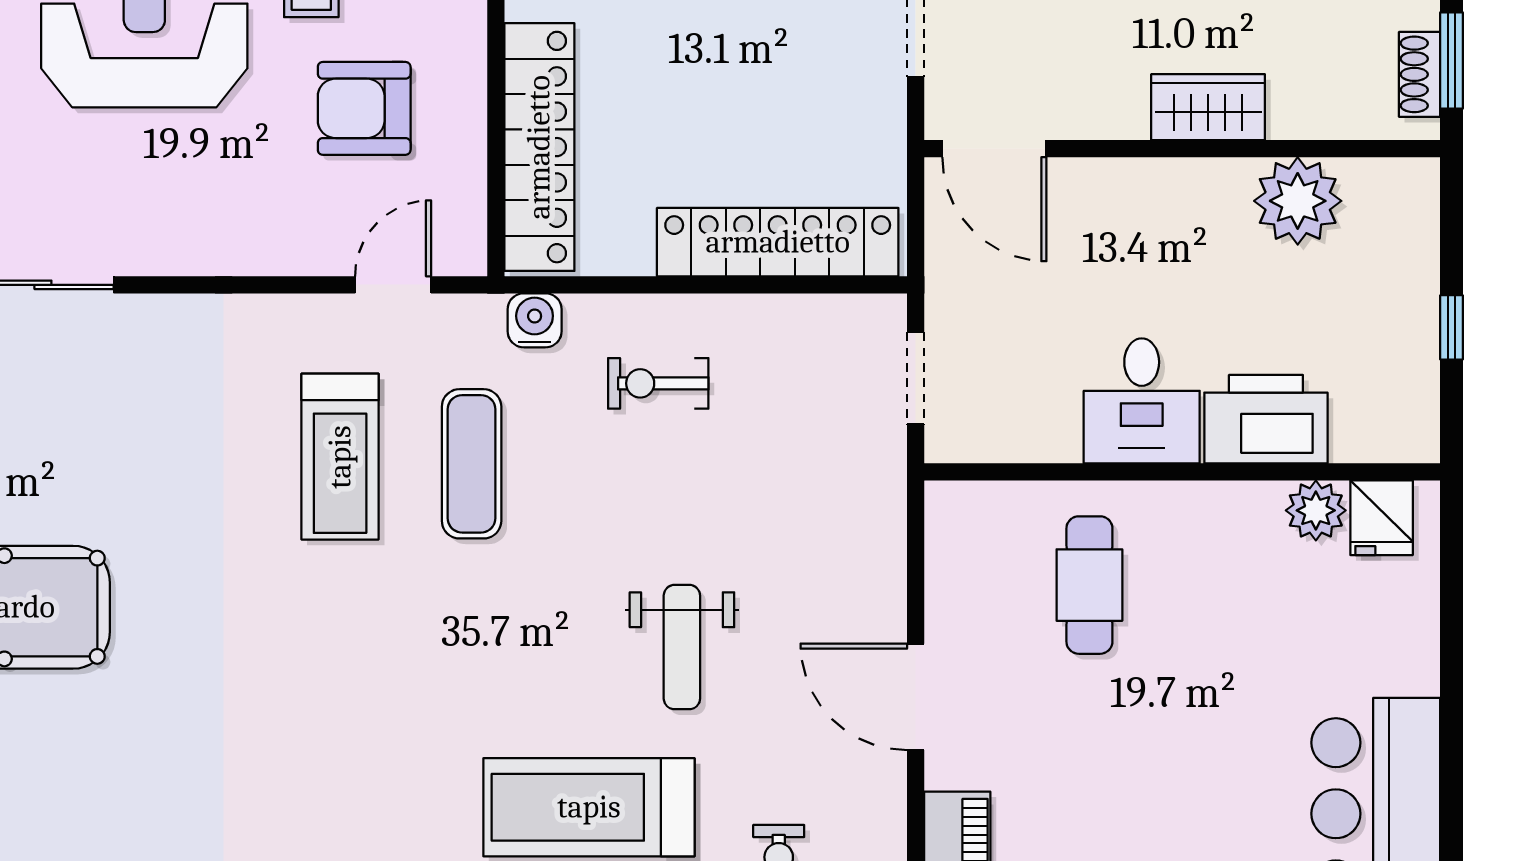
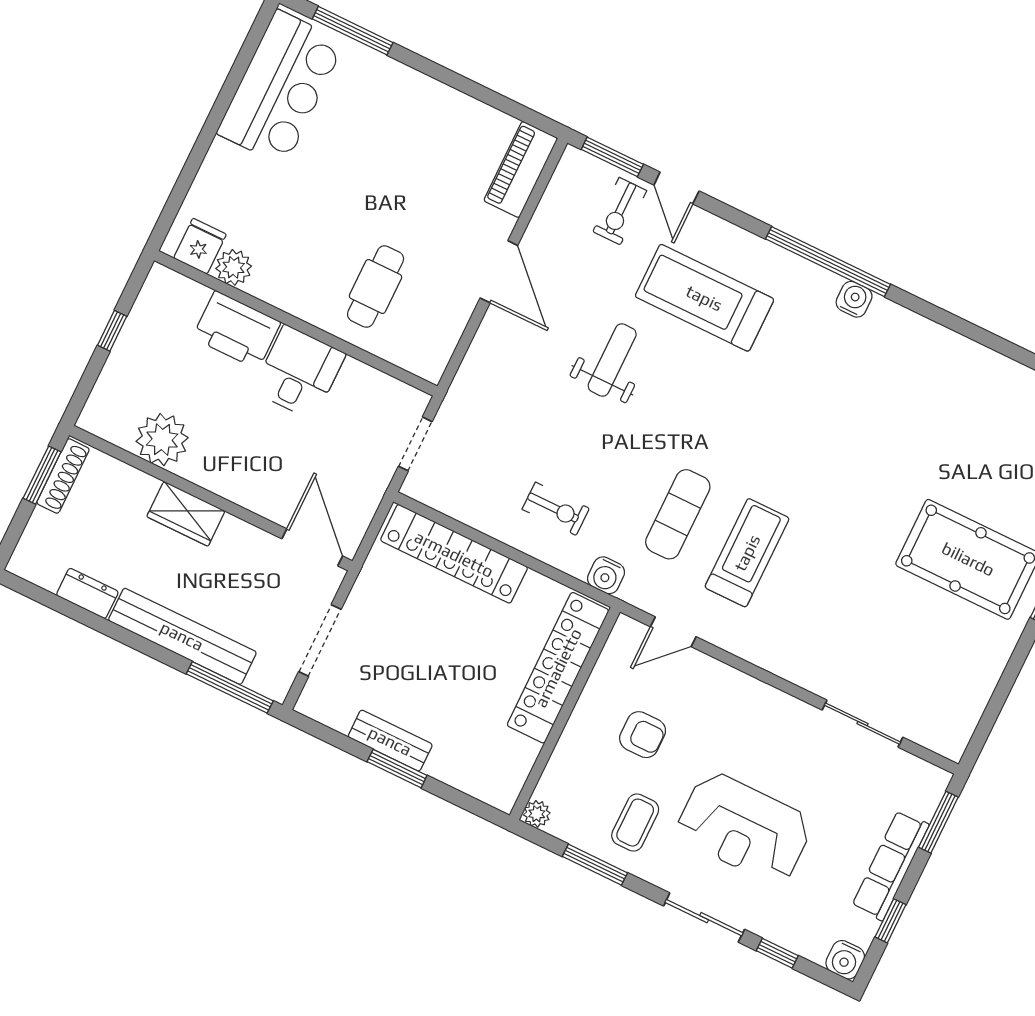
shoe rack: (1420, 74) -> (63, 476), width x1.43
armchair: (364, 108) -> (643, 735), width x0.72, depth x0.72
treadmill: (589, 807) -> (704, 298), turned 180

